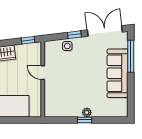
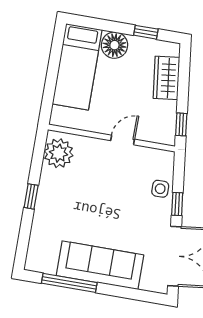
window: (131, 56) -> (69, 283), moved
plant: (87, 112) -> (59, 153), moved, width x1.88, depth x1.88

